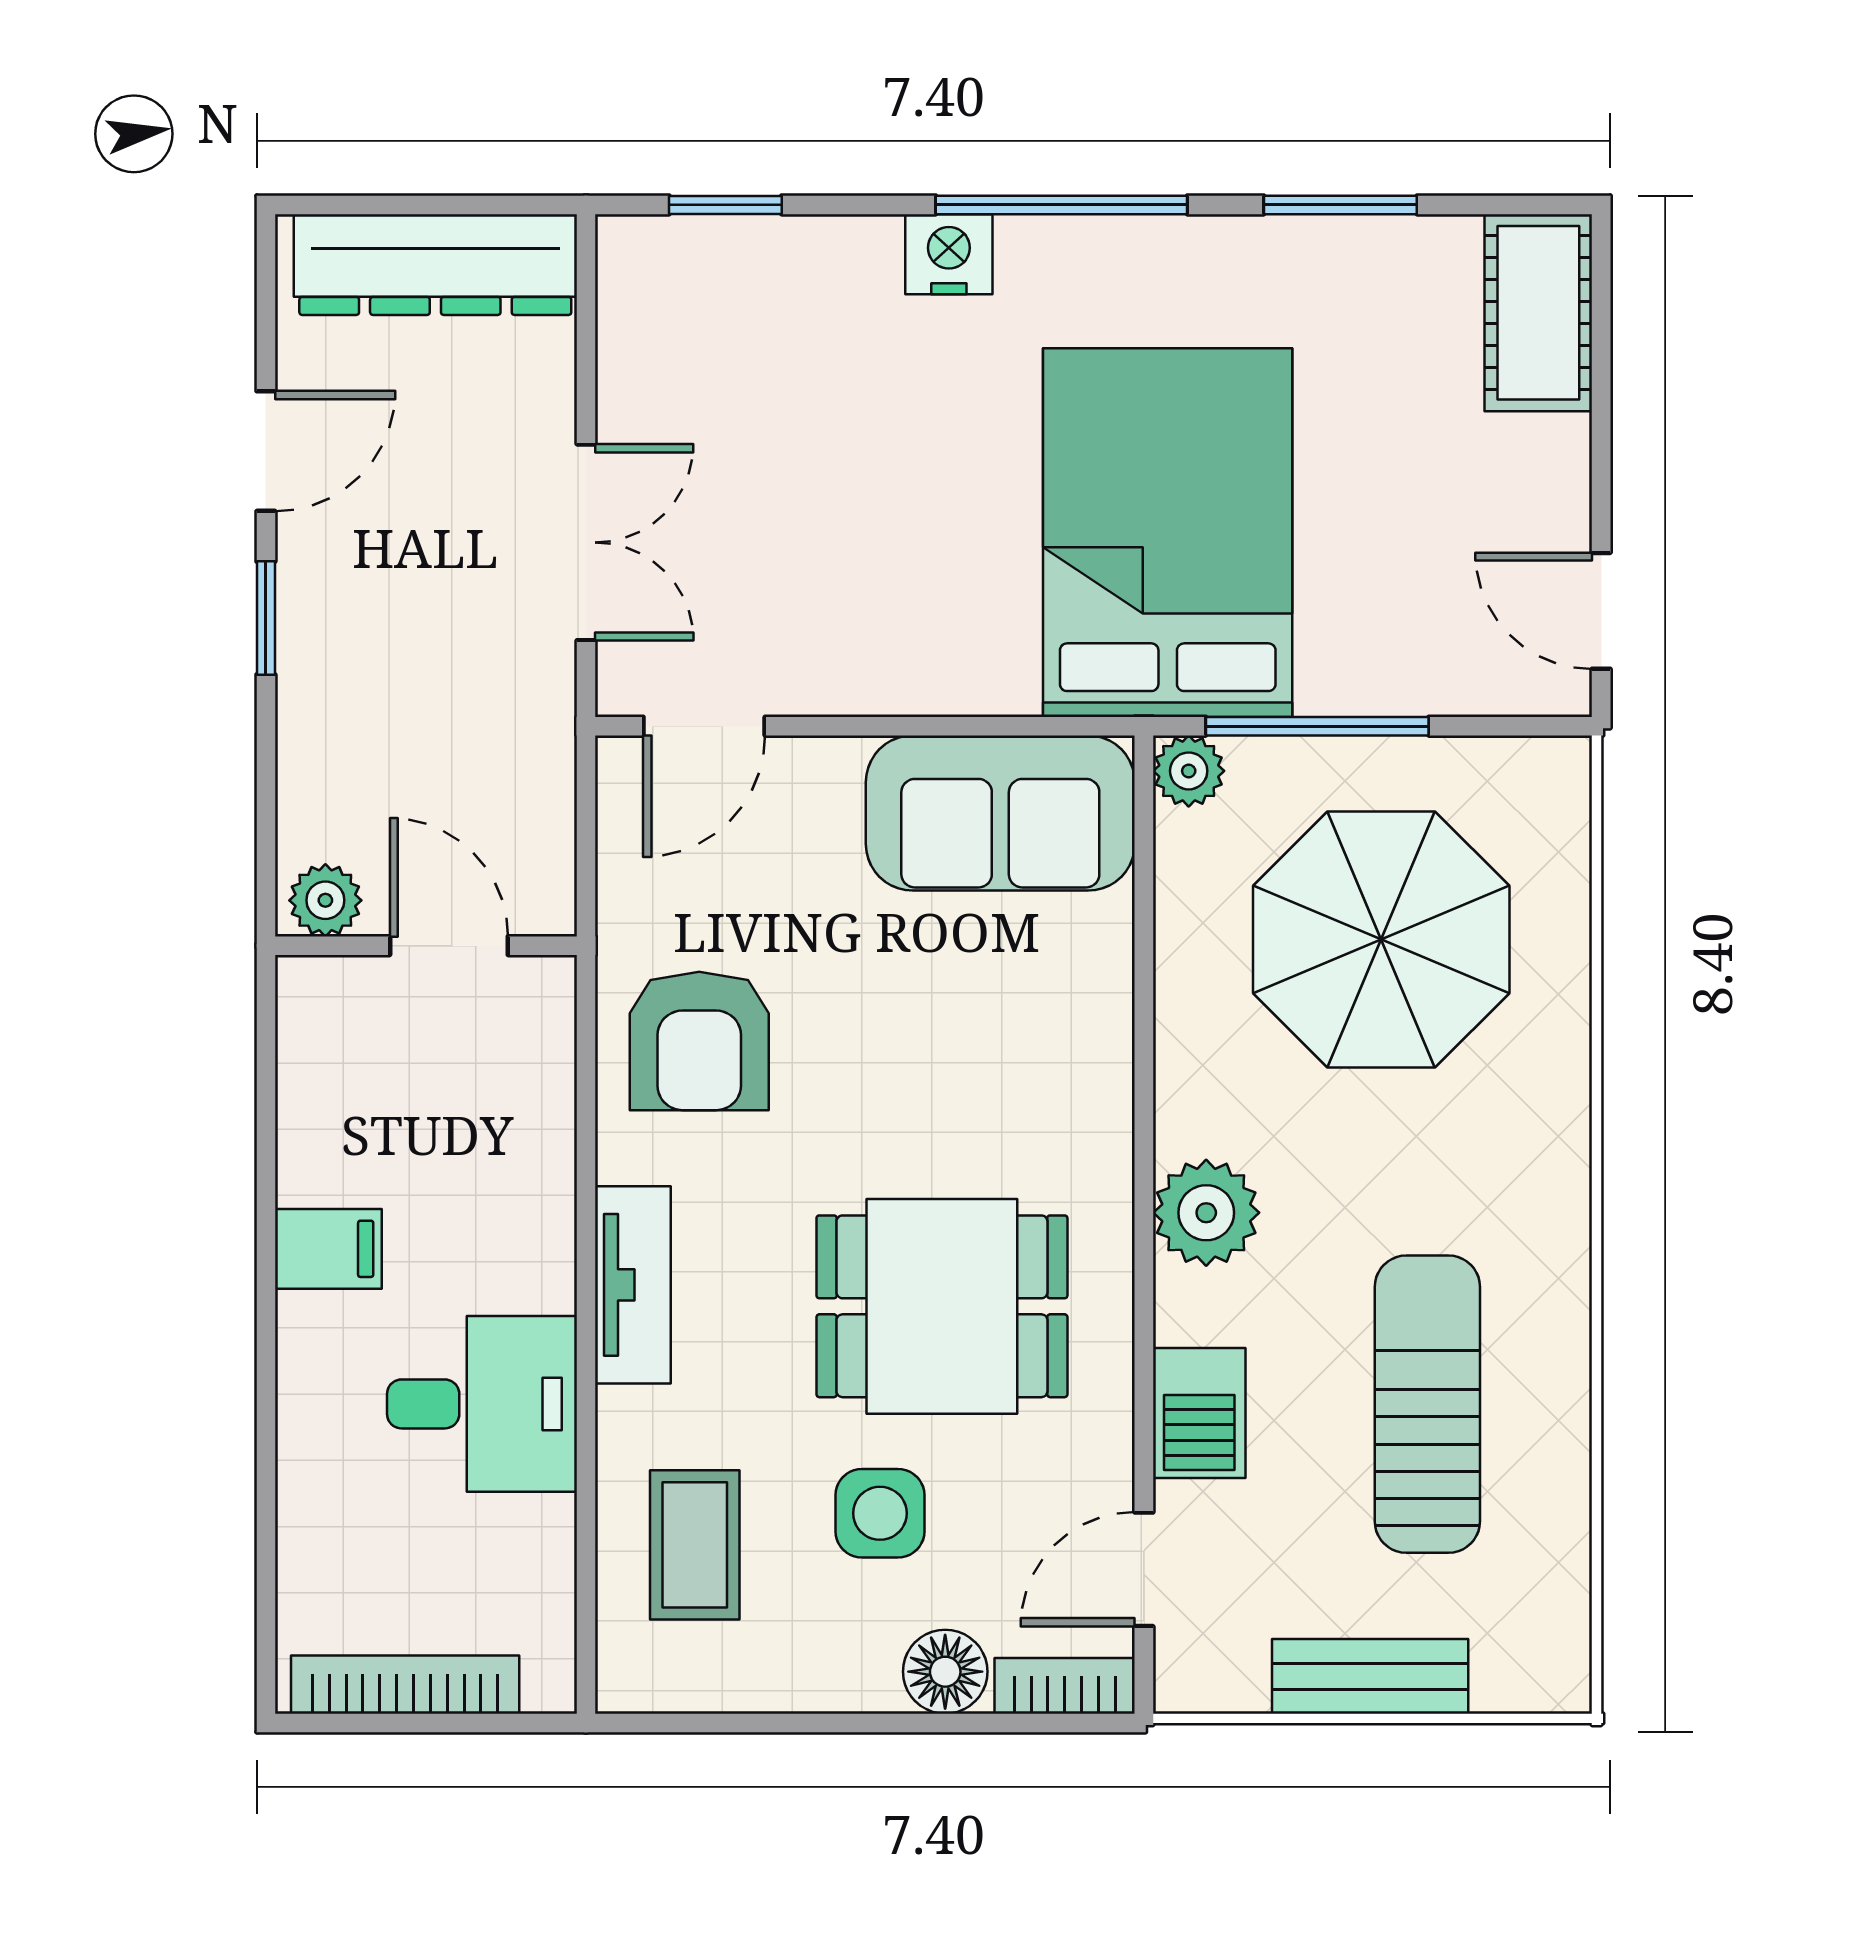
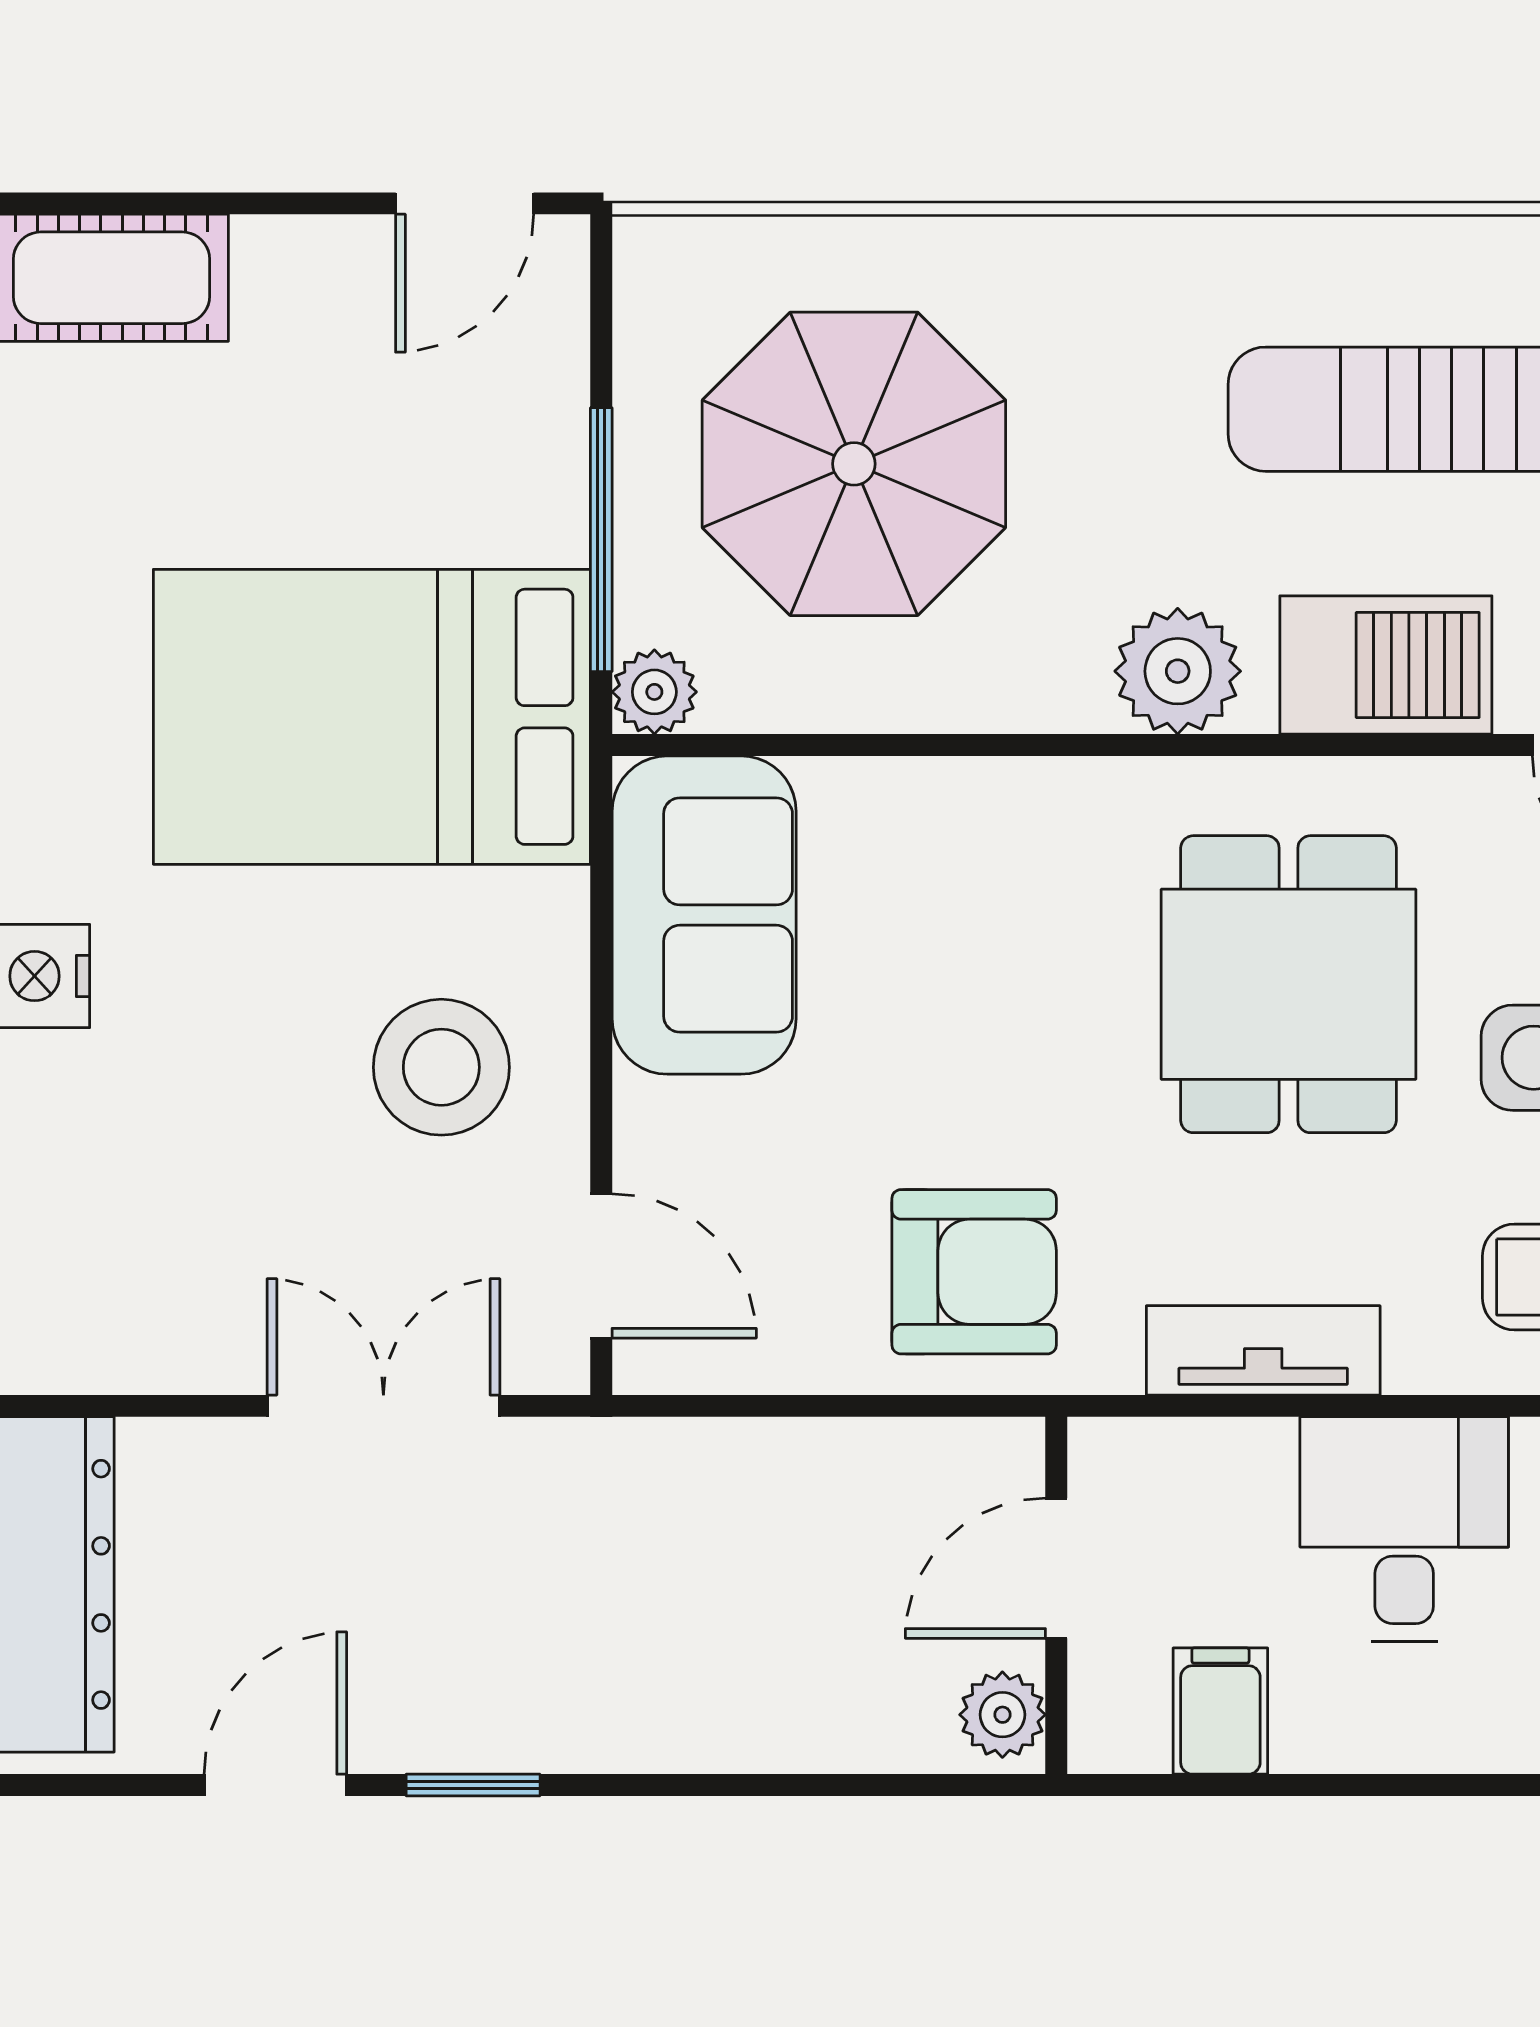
door: (266, 451) -> (275, 1785), hinge flipped
stool: (872, 591) -> (441, 1067), added
plant: (325, 900) -> (1002, 1715), moved
wall: (426, 946) -> (1056, 1595), moved
door: (449, 946) -> (1056, 1568), moved
barbecue: (1199, 1413) -> (1386, 665), width x1.38, depth x1.27

